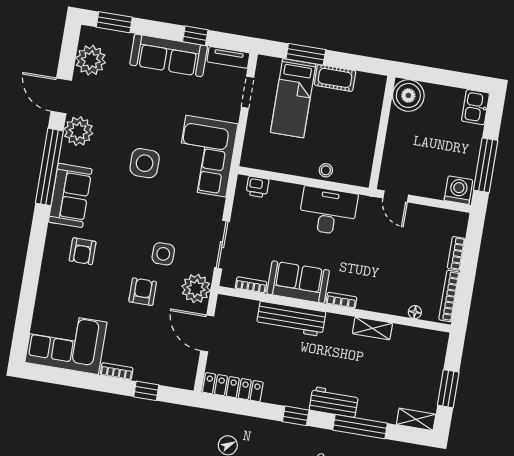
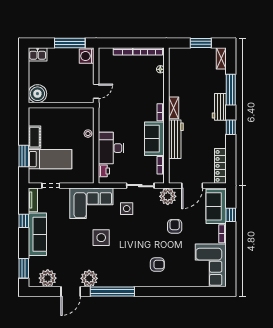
sofa: (70, 195) -> (216, 206), moved, turned -90
desk: (328, 211) -> (111, 148), moved
side table: (163, 254) -> (127, 209), moved
armchair: (143, 292) -> (175, 226), turned 90
shelving: (372, 328) -> (174, 108), moved

